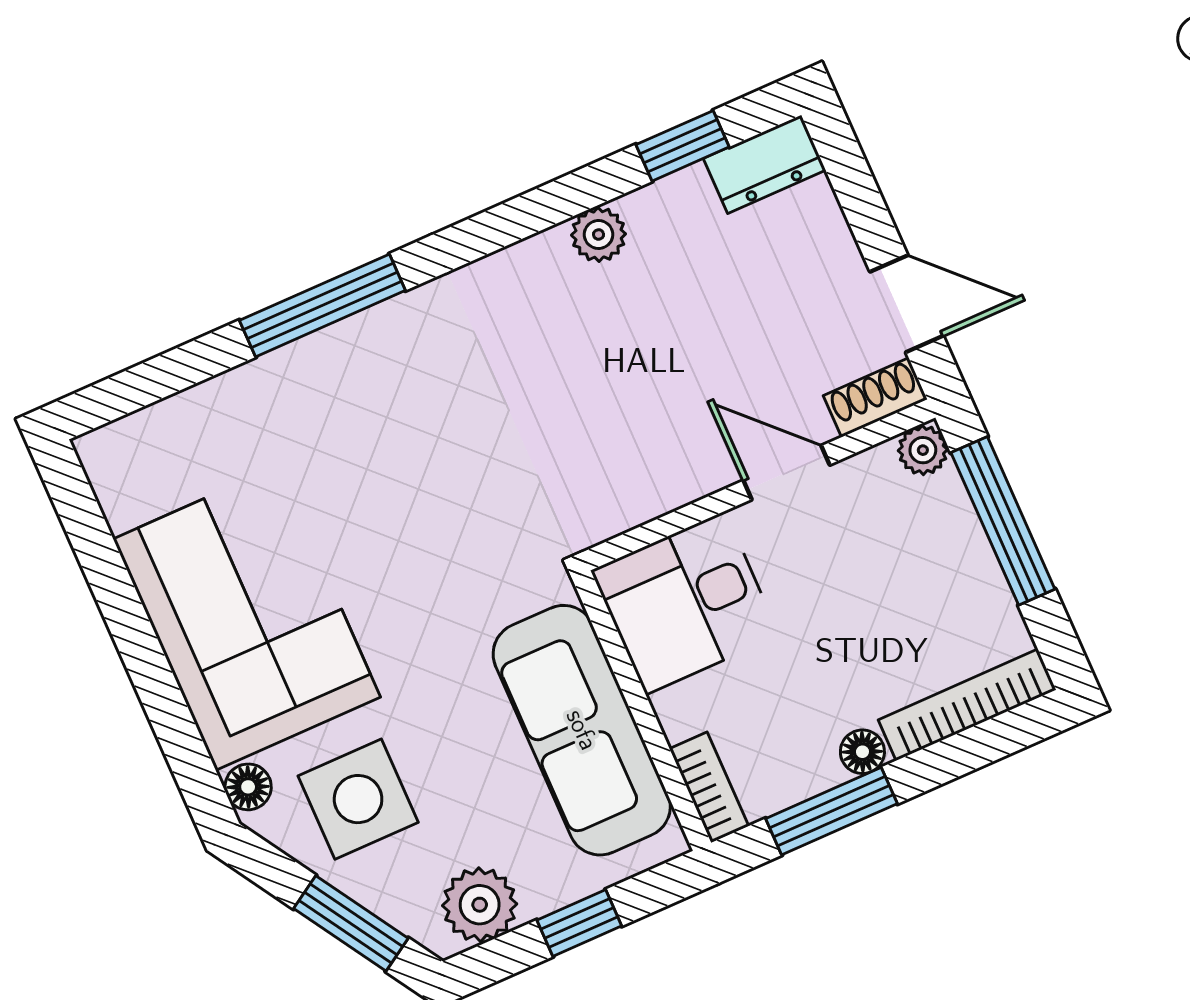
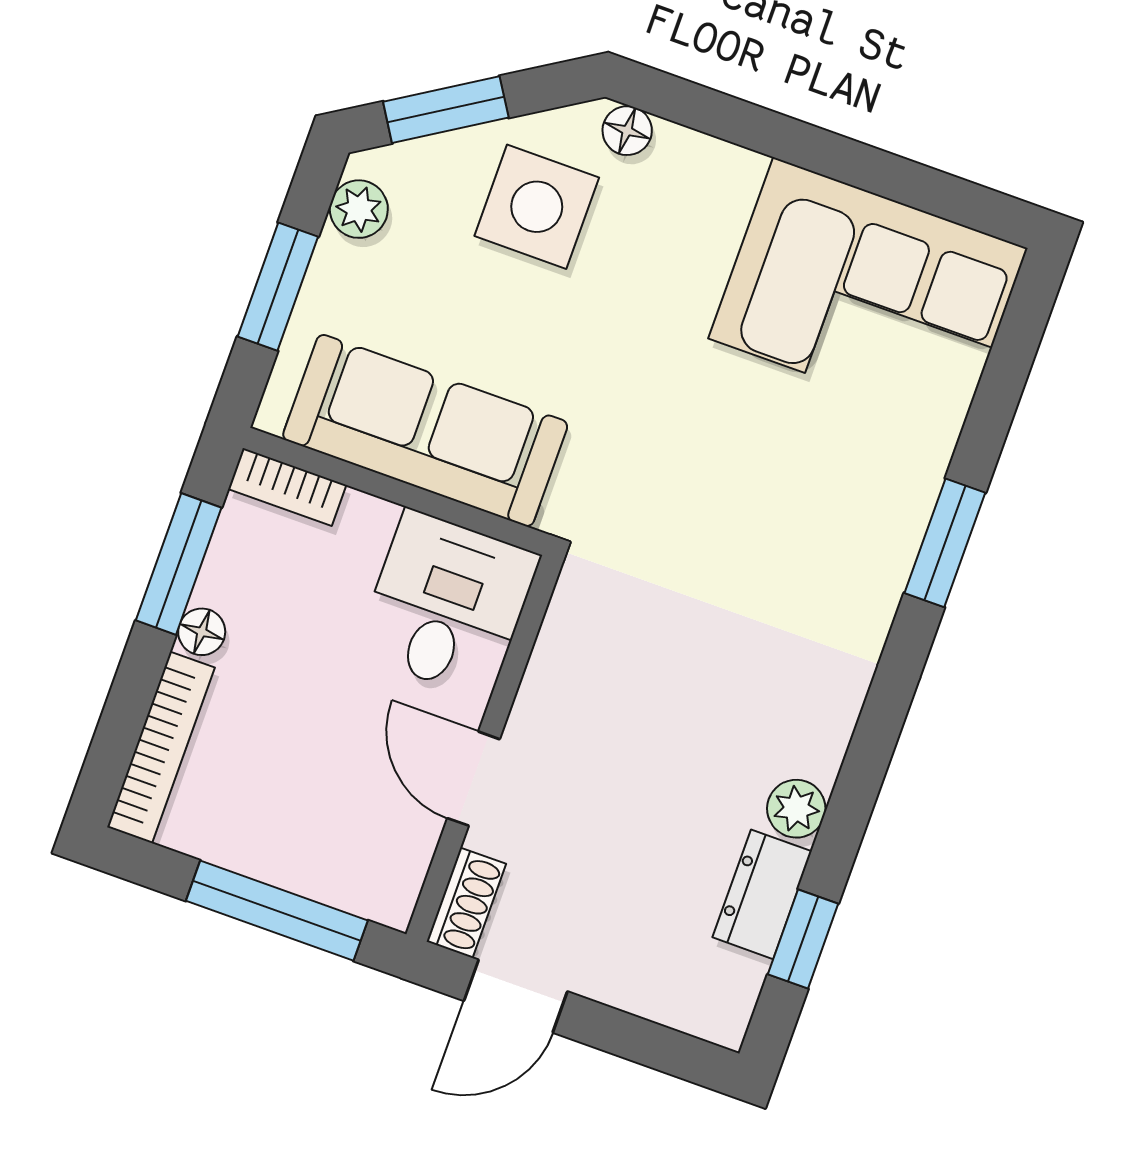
dresser: (764, 164) -> (762, 894), moved
window: (322, 305) -> (945, 543), width x0.69
plant: (923, 450) -> (391, 901), removed
door: (787, 473) -> (474, 779), swing flipped
corner sofa: (247, 618) -> (868, 293), moved
plant: (480, 905) -> (359, 209), width x0.73, depth x0.73
window: (579, 923) -> (278, 287), width x1.50

